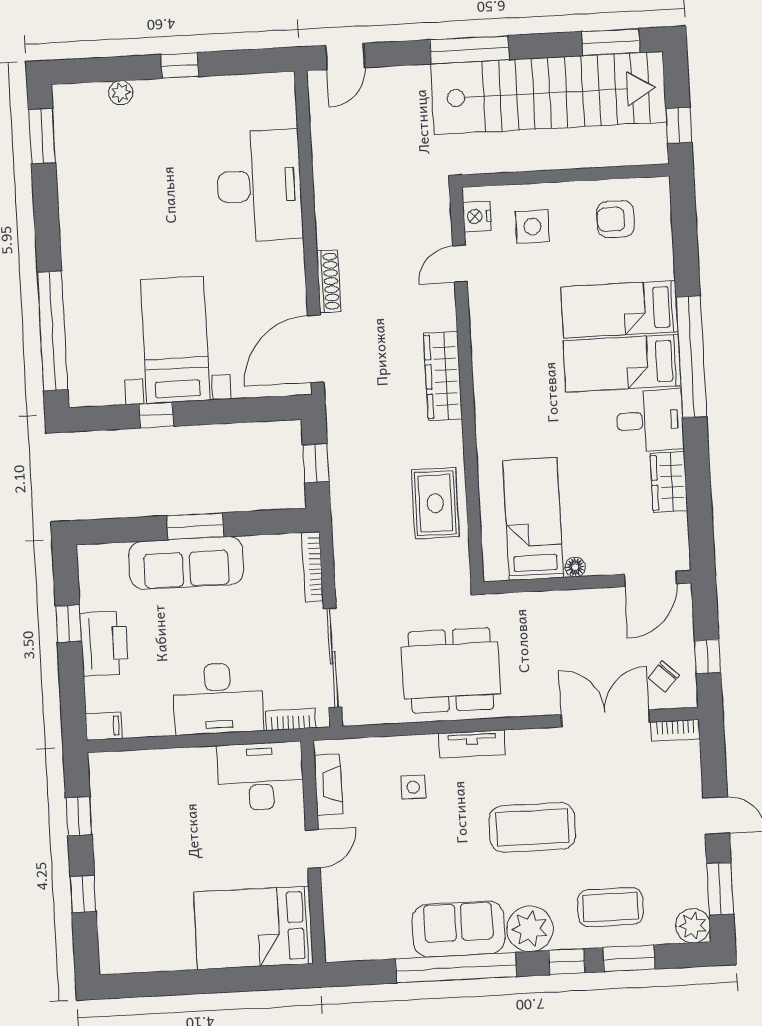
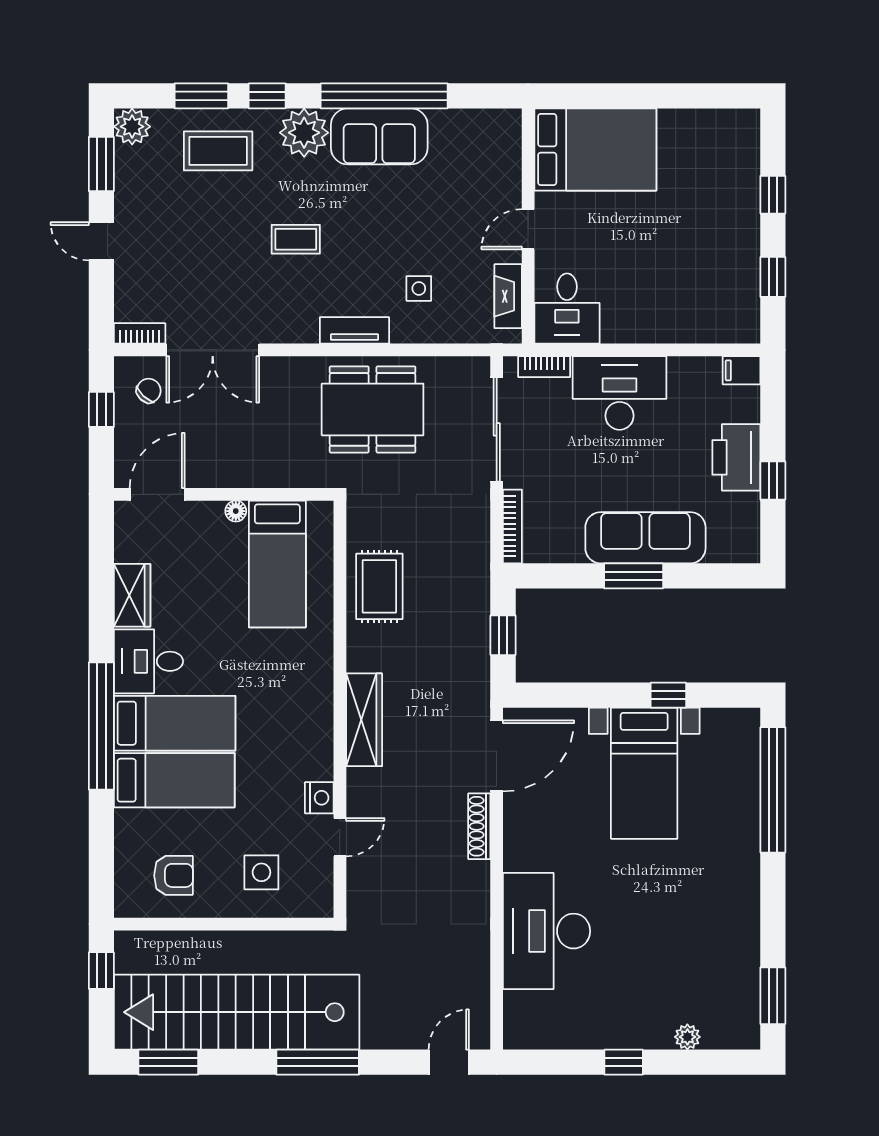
nightstand: (477, 216) -> (319, 798), moved
desk: (261, 776) -> (567, 309), width x0.73
coffee table: (532, 827) -> (296, 239), width x0.54, depth x0.58

